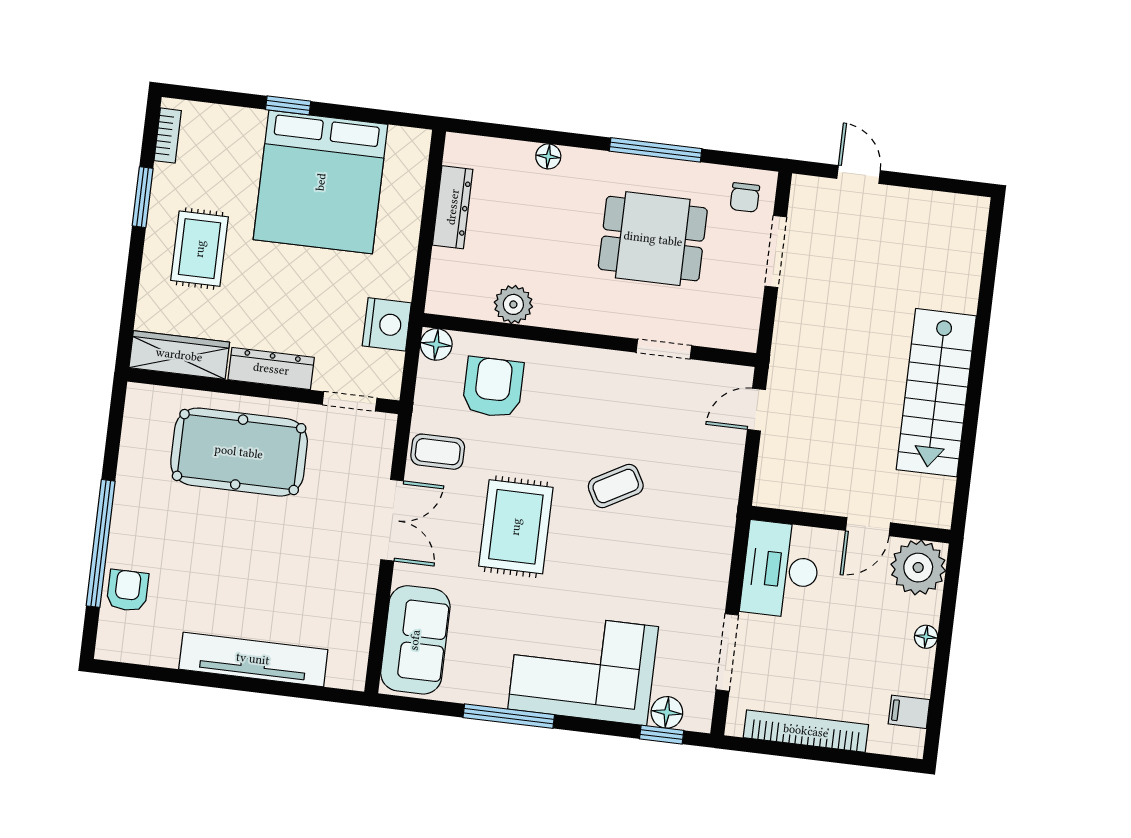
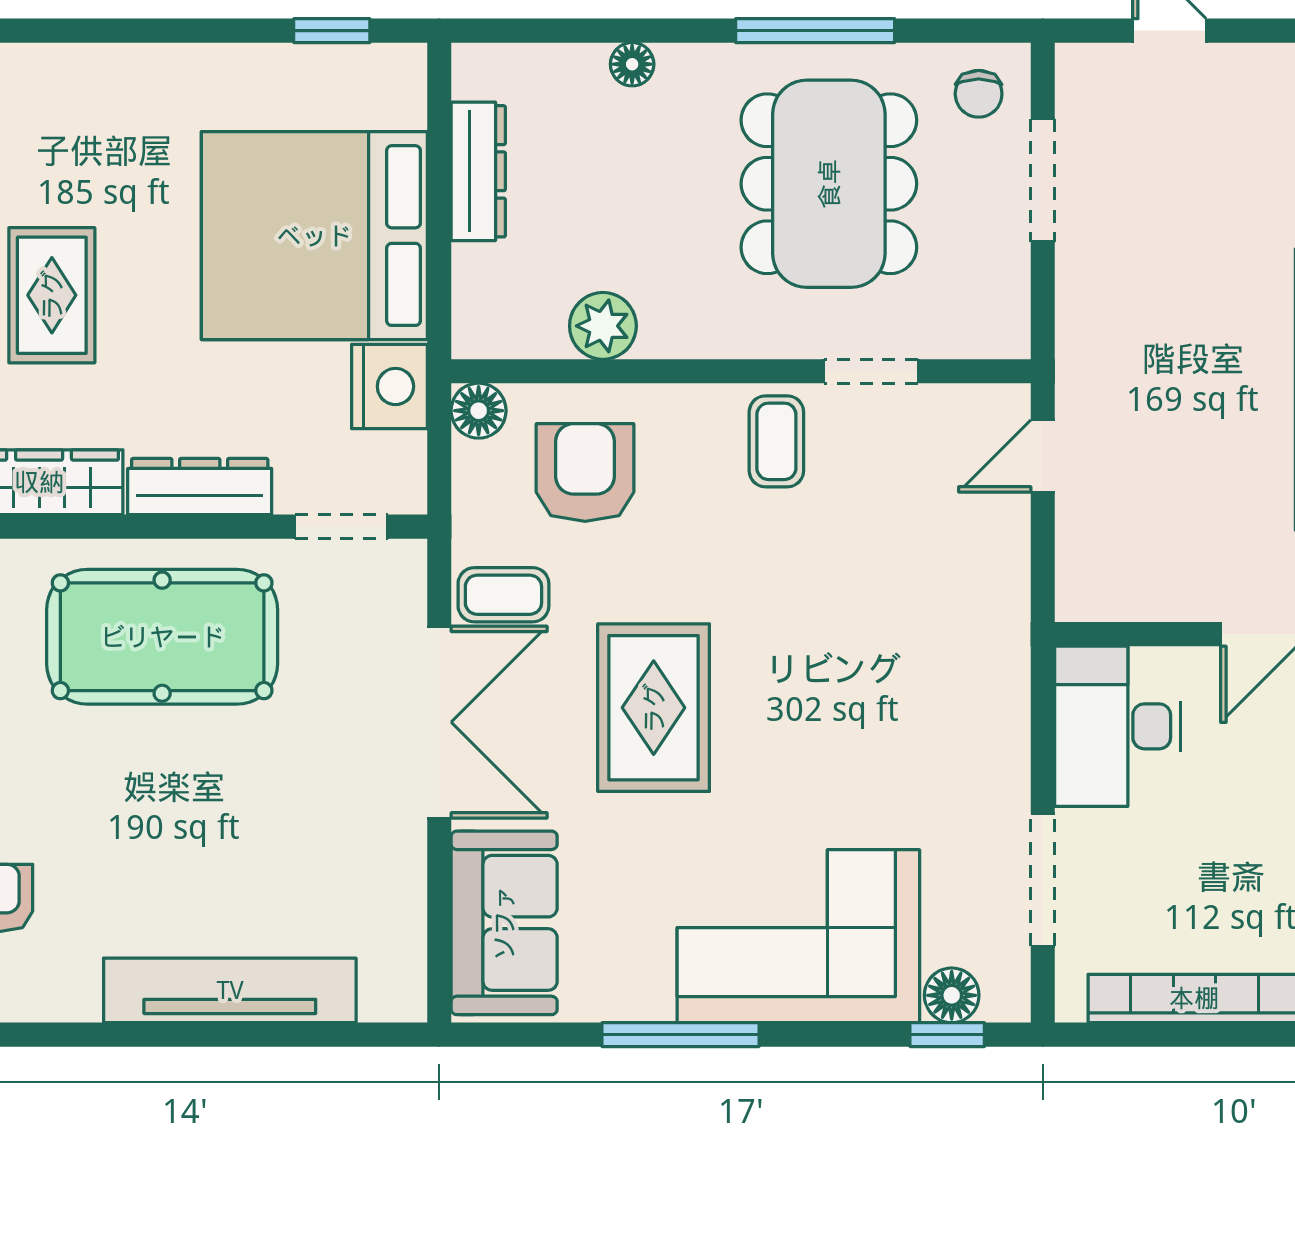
window: (288, 105) -> (332, 31), moved
bed: (321, 182) -> (314, 236), moved, turned 90
dining table: (653, 239) -> (829, 184), width x1.38
coffee table: (616, 486) -> (776, 441), moved, turned -61
double door: (392, 520) -> (439, 722), width x1.37

